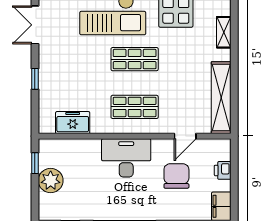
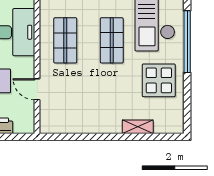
shelving: (221, 98) -> (74, 124), removed

